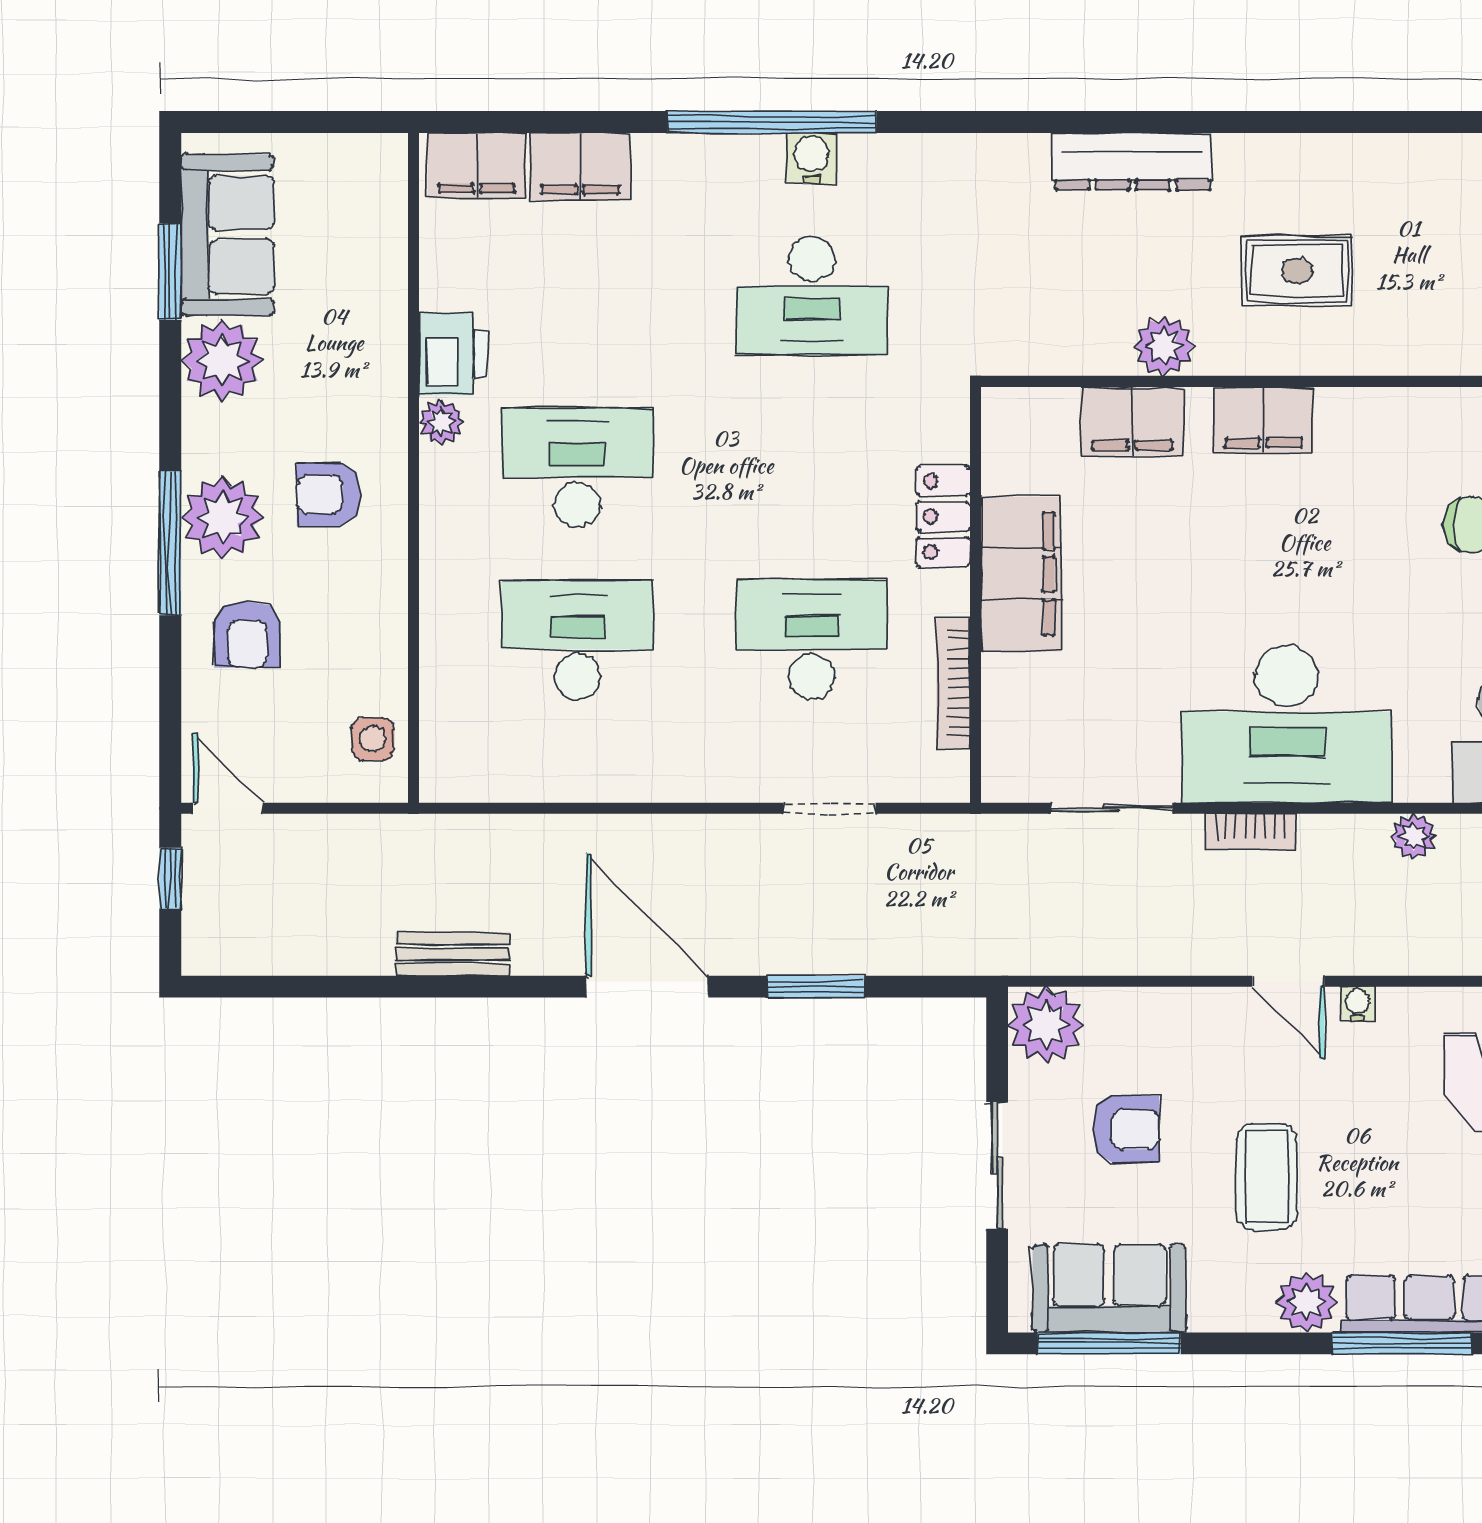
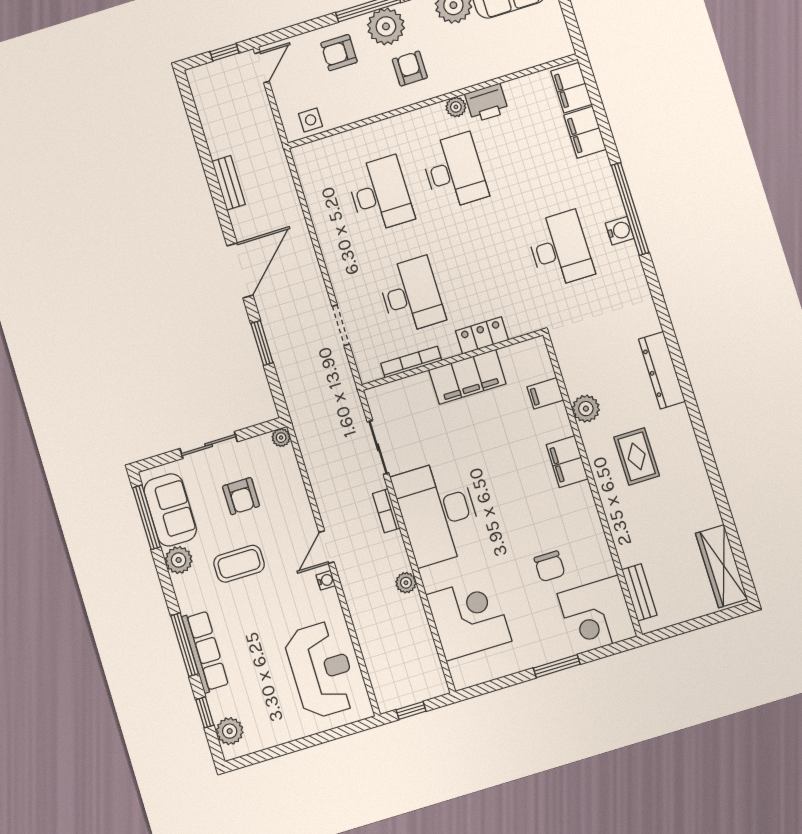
desk: (812, 296) -> (560, 249), turned 180
filing cabinet: (1132, 421) -> (545, 393), width x0.50
plant: (1046, 1025) -> (281, 438), width x0.53, depth x0.53
plant: (1307, 1302) -> (179, 560), moved

